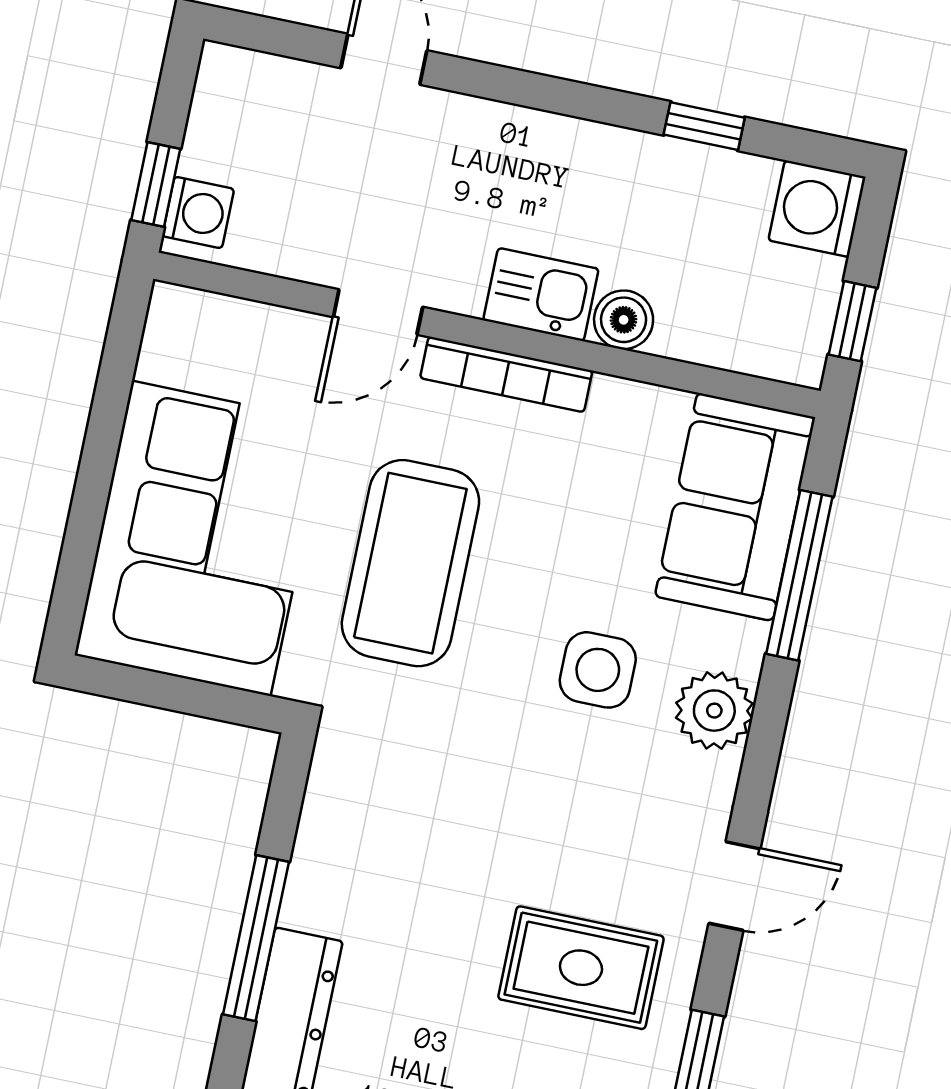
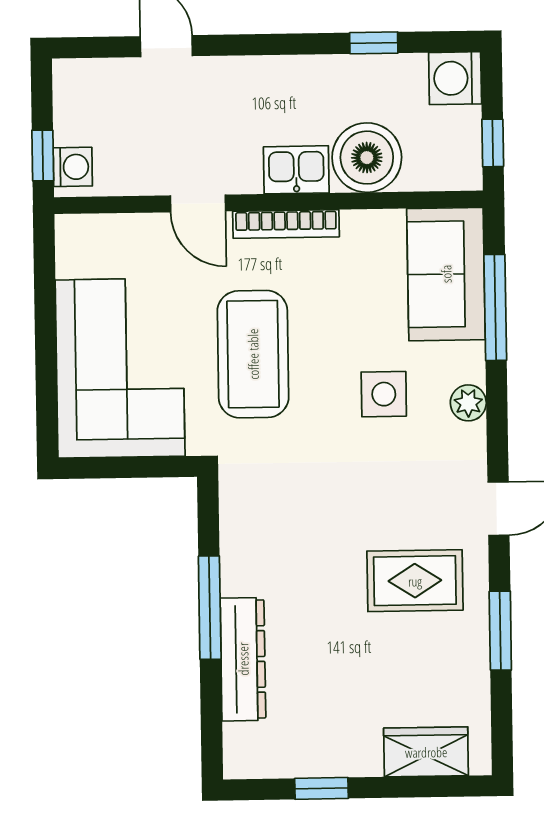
door: (378, 312) -> (198, 203), hinge flipped
boiler: (624, 320) -> (367, 158), width x1.86, depth x1.86
plant: (714, 711) -> (468, 403), width x0.73, depth x0.73

